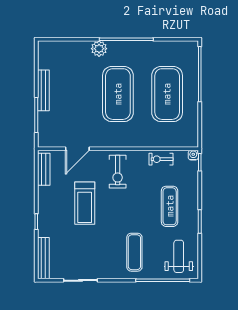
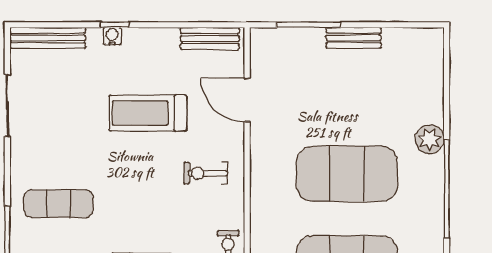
bench: (43, 90) -> (354, 38), width x0.73
exercise bike: (118, 172) -> (206, 173), width x0.73, depth x0.72
water cooler: (42, 223) -> (112, 36), added

